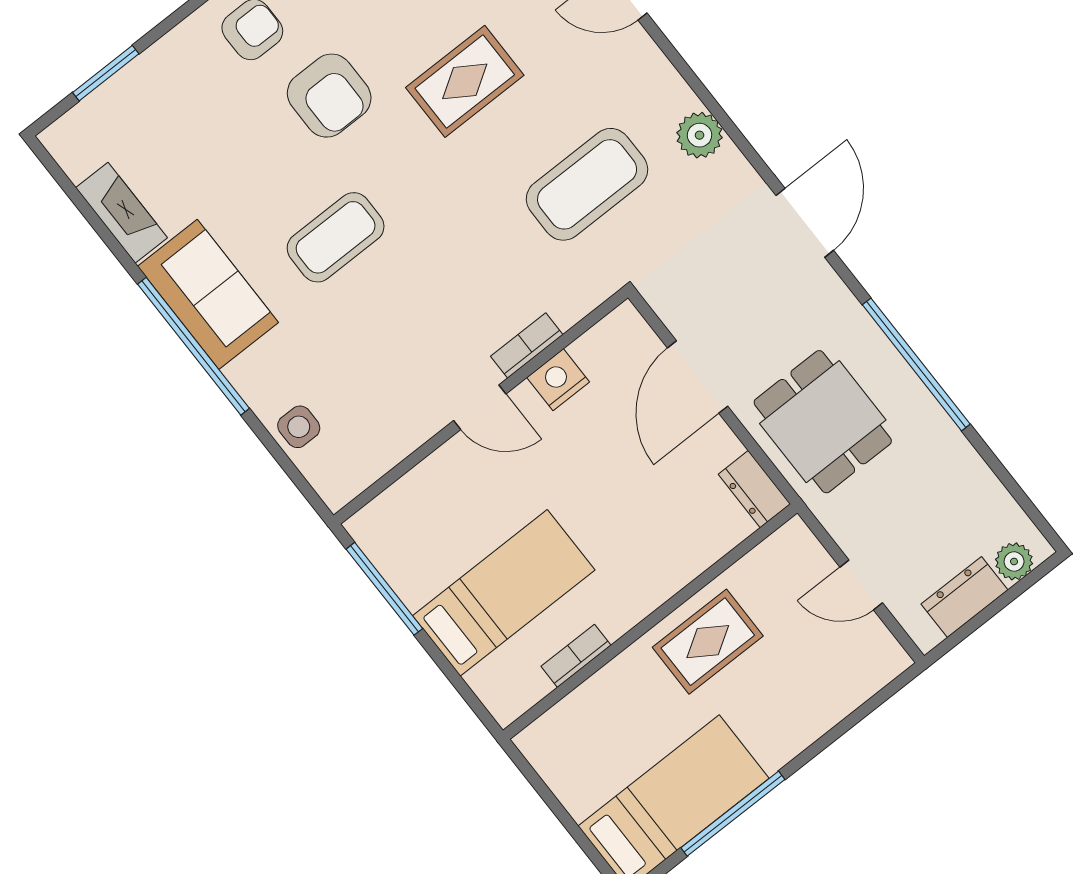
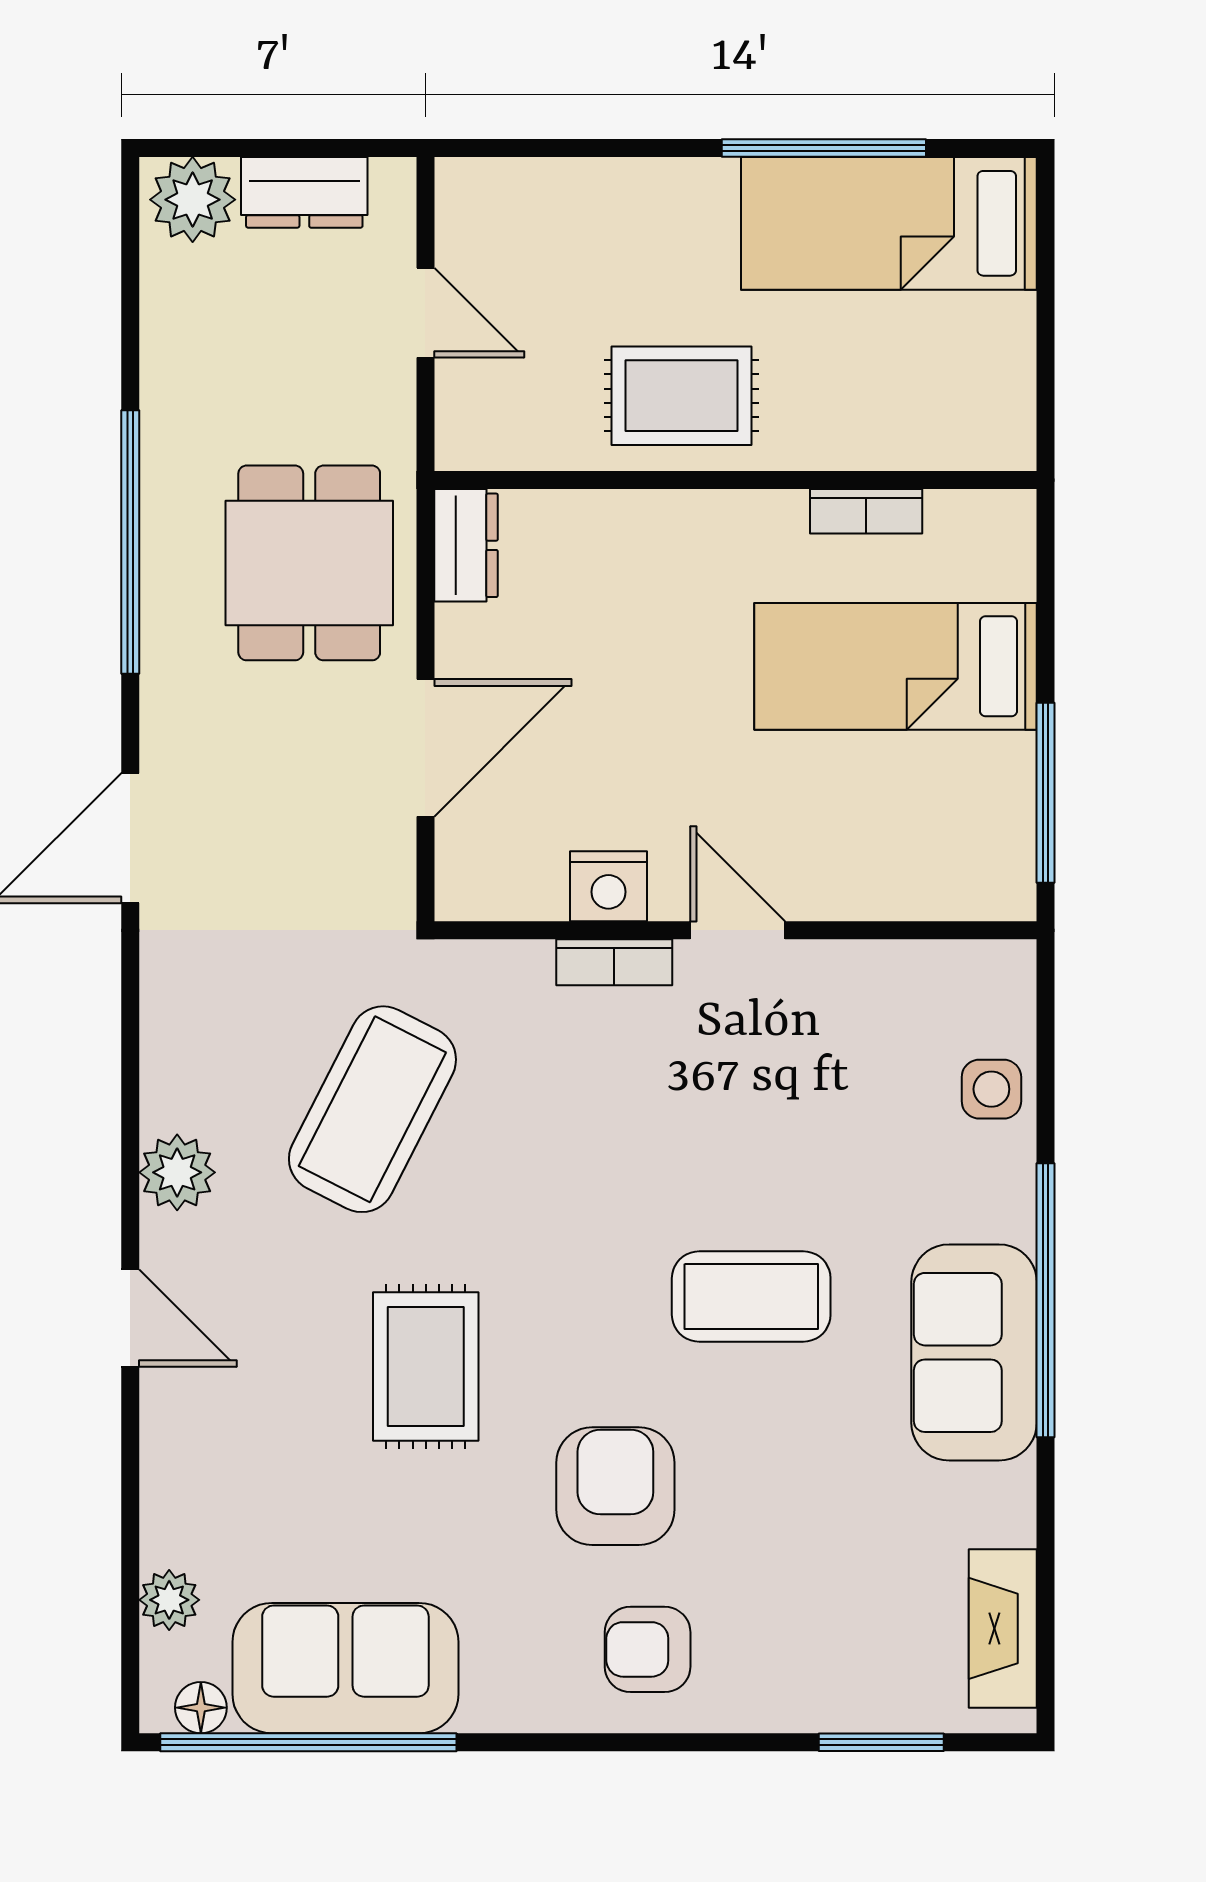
rug: (465, 81) -> (426, 1366), turned 90
plant: (700, 135) -> (177, 1172), moved
coffee table: (587, 184) -> (372, 1109), turned -63
fireplace: (122, 213) -> (1003, 1628), moved
plant: (1014, 561) -> (193, 200), width x1.38, depth x1.38

